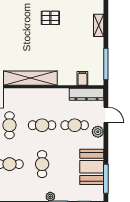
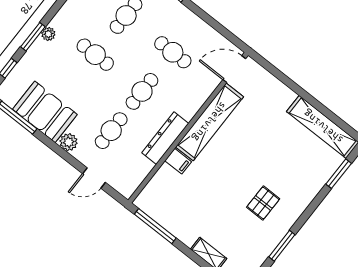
filing cabinet: (82, 78) -> (178, 161), moved
dresser: (86, 94) -> (165, 138), moved
plant: (98, 132) -> (69, 142), moved

